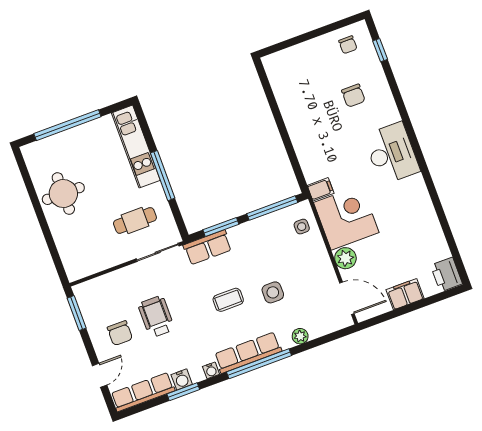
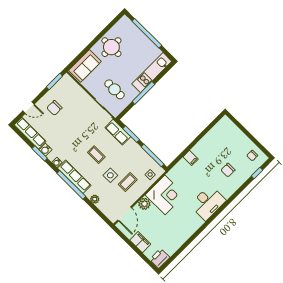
filing cabinet: (321, 189) -> (191, 158), moved
sofa: (74, 251) -> (85, 66), added
coffee table: (297, 269) -> (128, 182), added
wheelchair: (156, 317) -> (71, 122), removed

